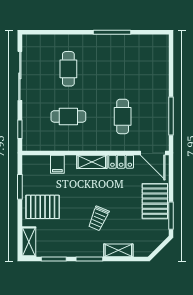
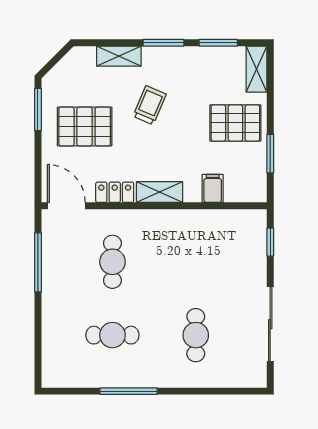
cafe table: (68, 116) -> (112, 335), moved
pallet: (155, 201) -> (85, 127), moved, turned 90

